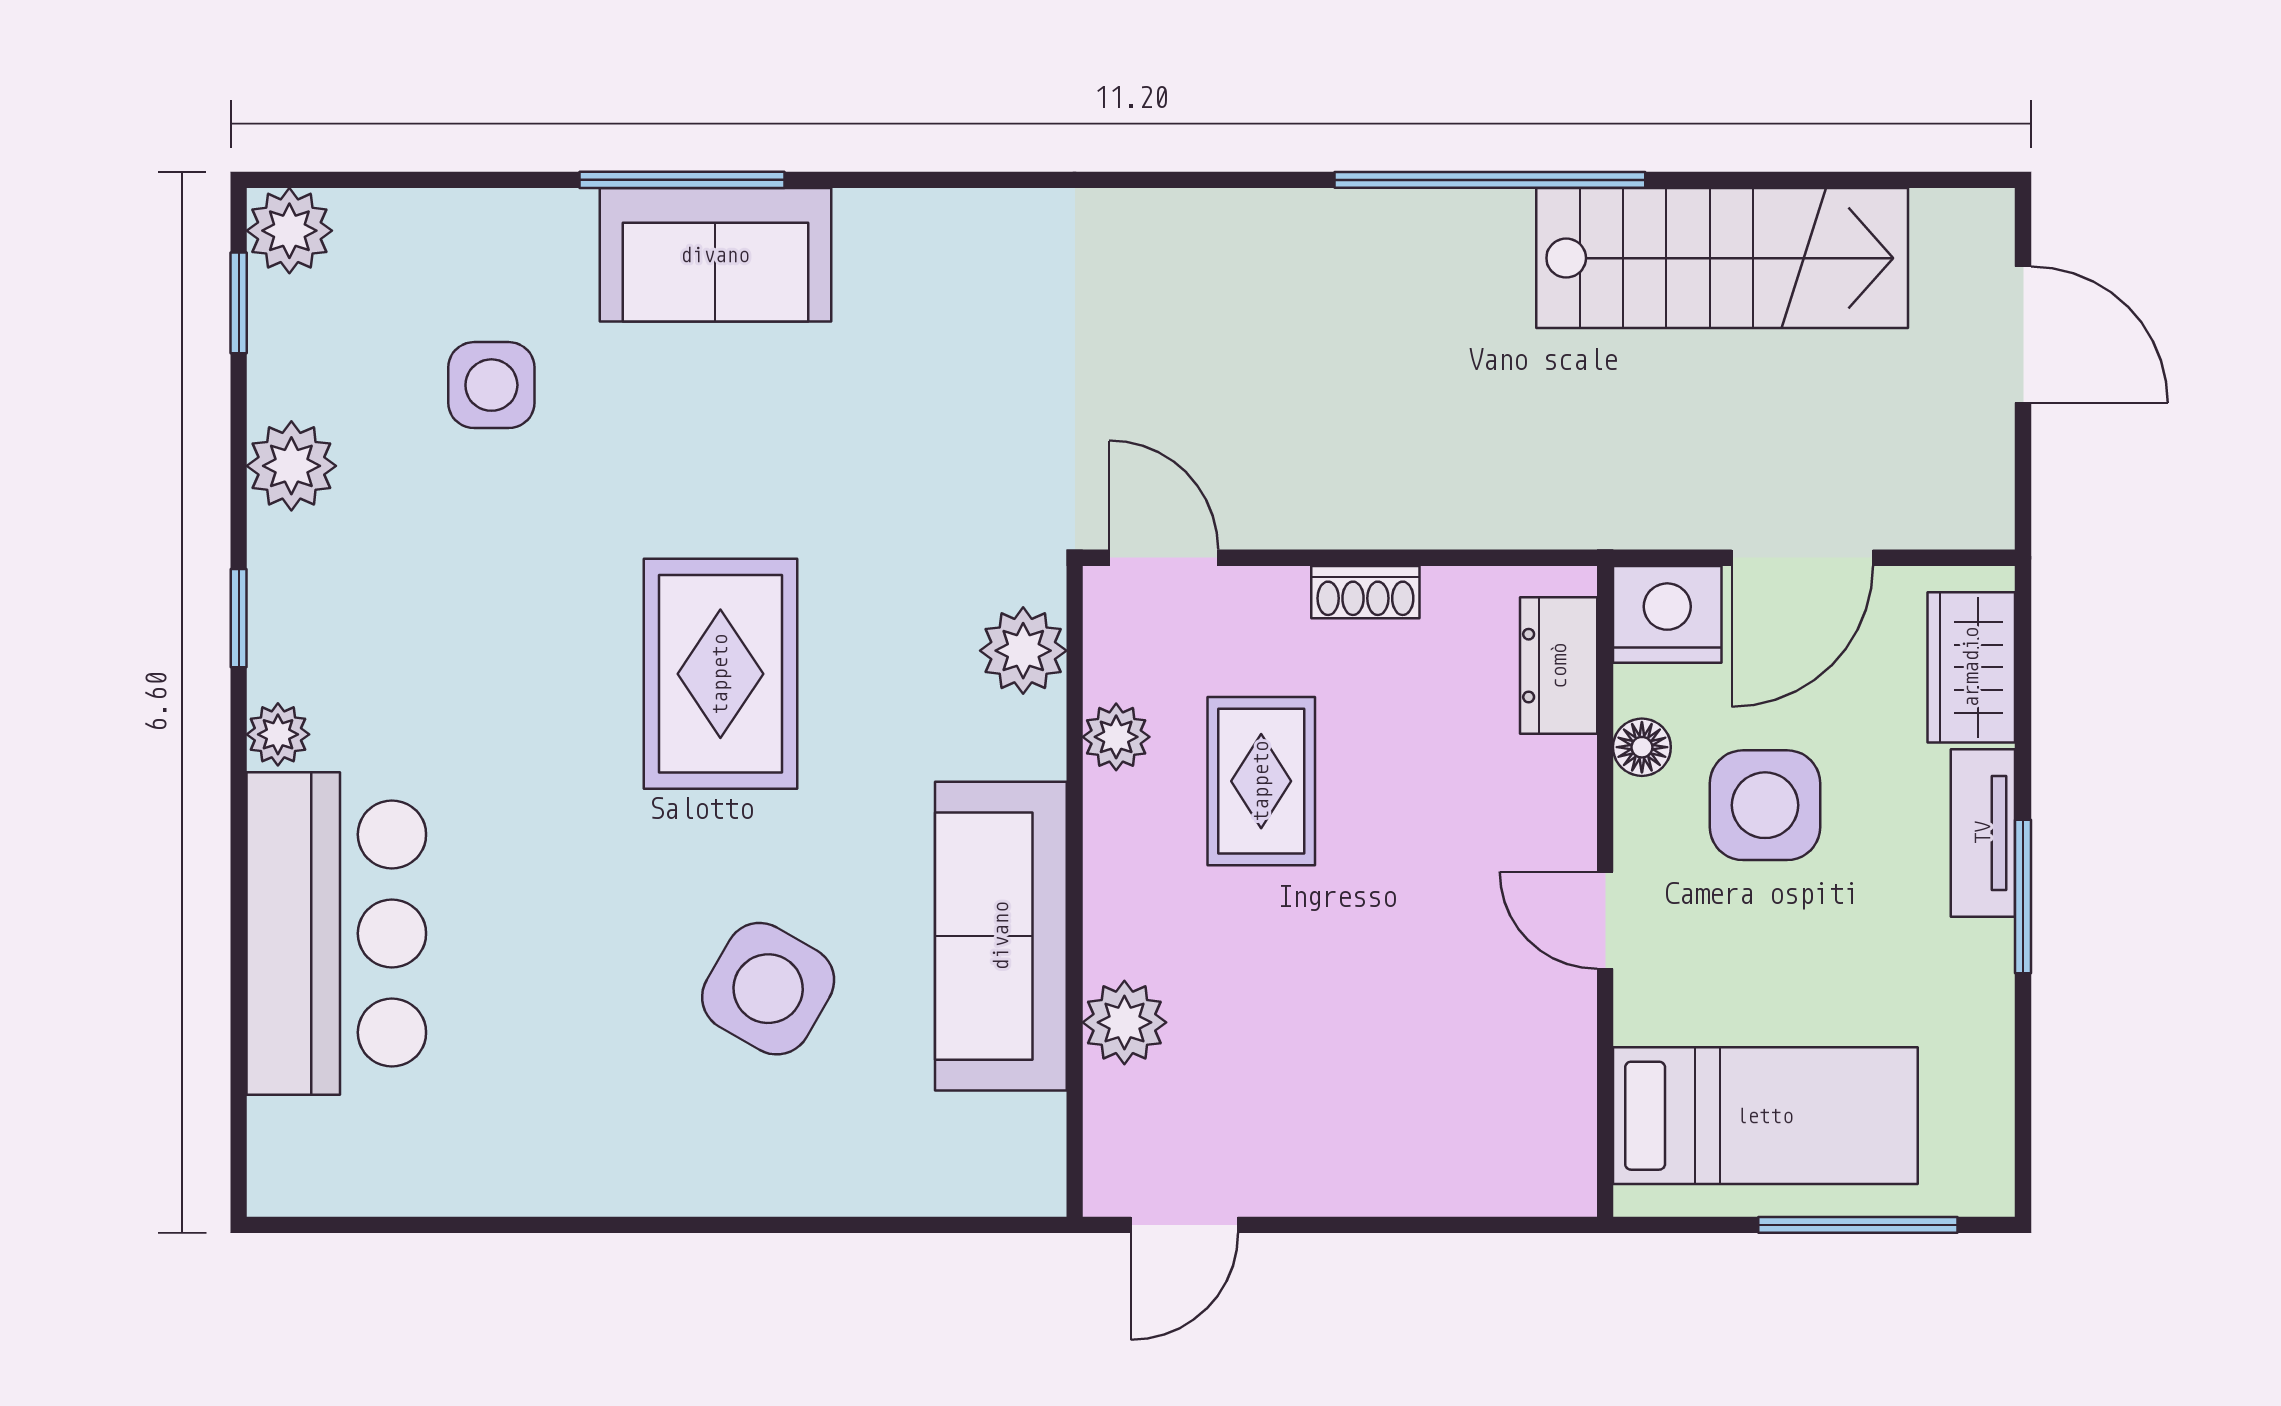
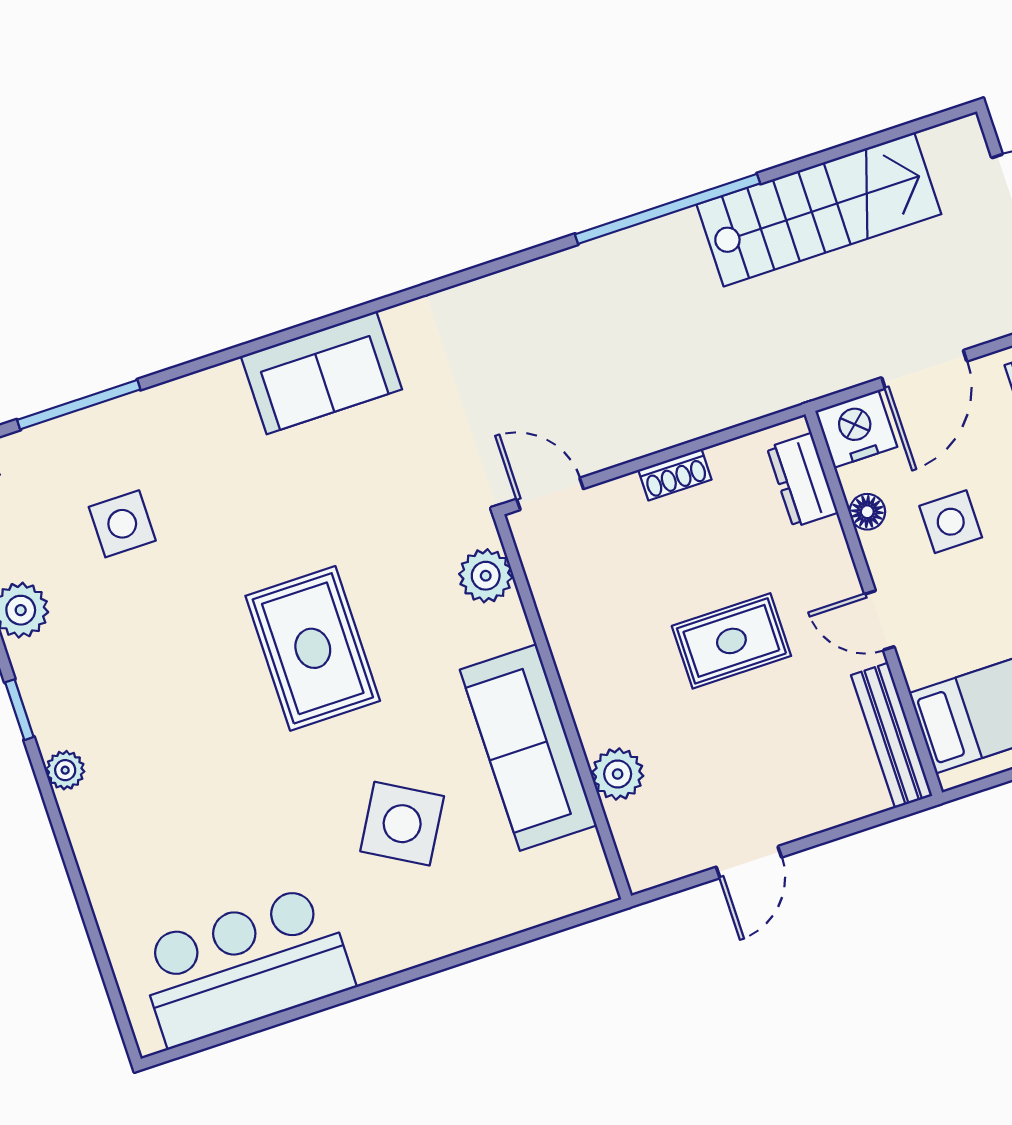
window: (682, 180) -> (79, 405), moved
sofa: (715, 255) -> (321, 373), moved
plant: (1116, 737) -> (557, 608), removed
rug: (1261, 781) -> (731, 641), moved, turned 90
side table: (1765, 805) -> (951, 522), width x0.73, depth x0.73
bar counter: (336, 933) -> (245, 966), moved, turned -90
bench: (1565, 1103) -> (892, 735), added
door: (1184, 1225) -> (749, 862), moved

